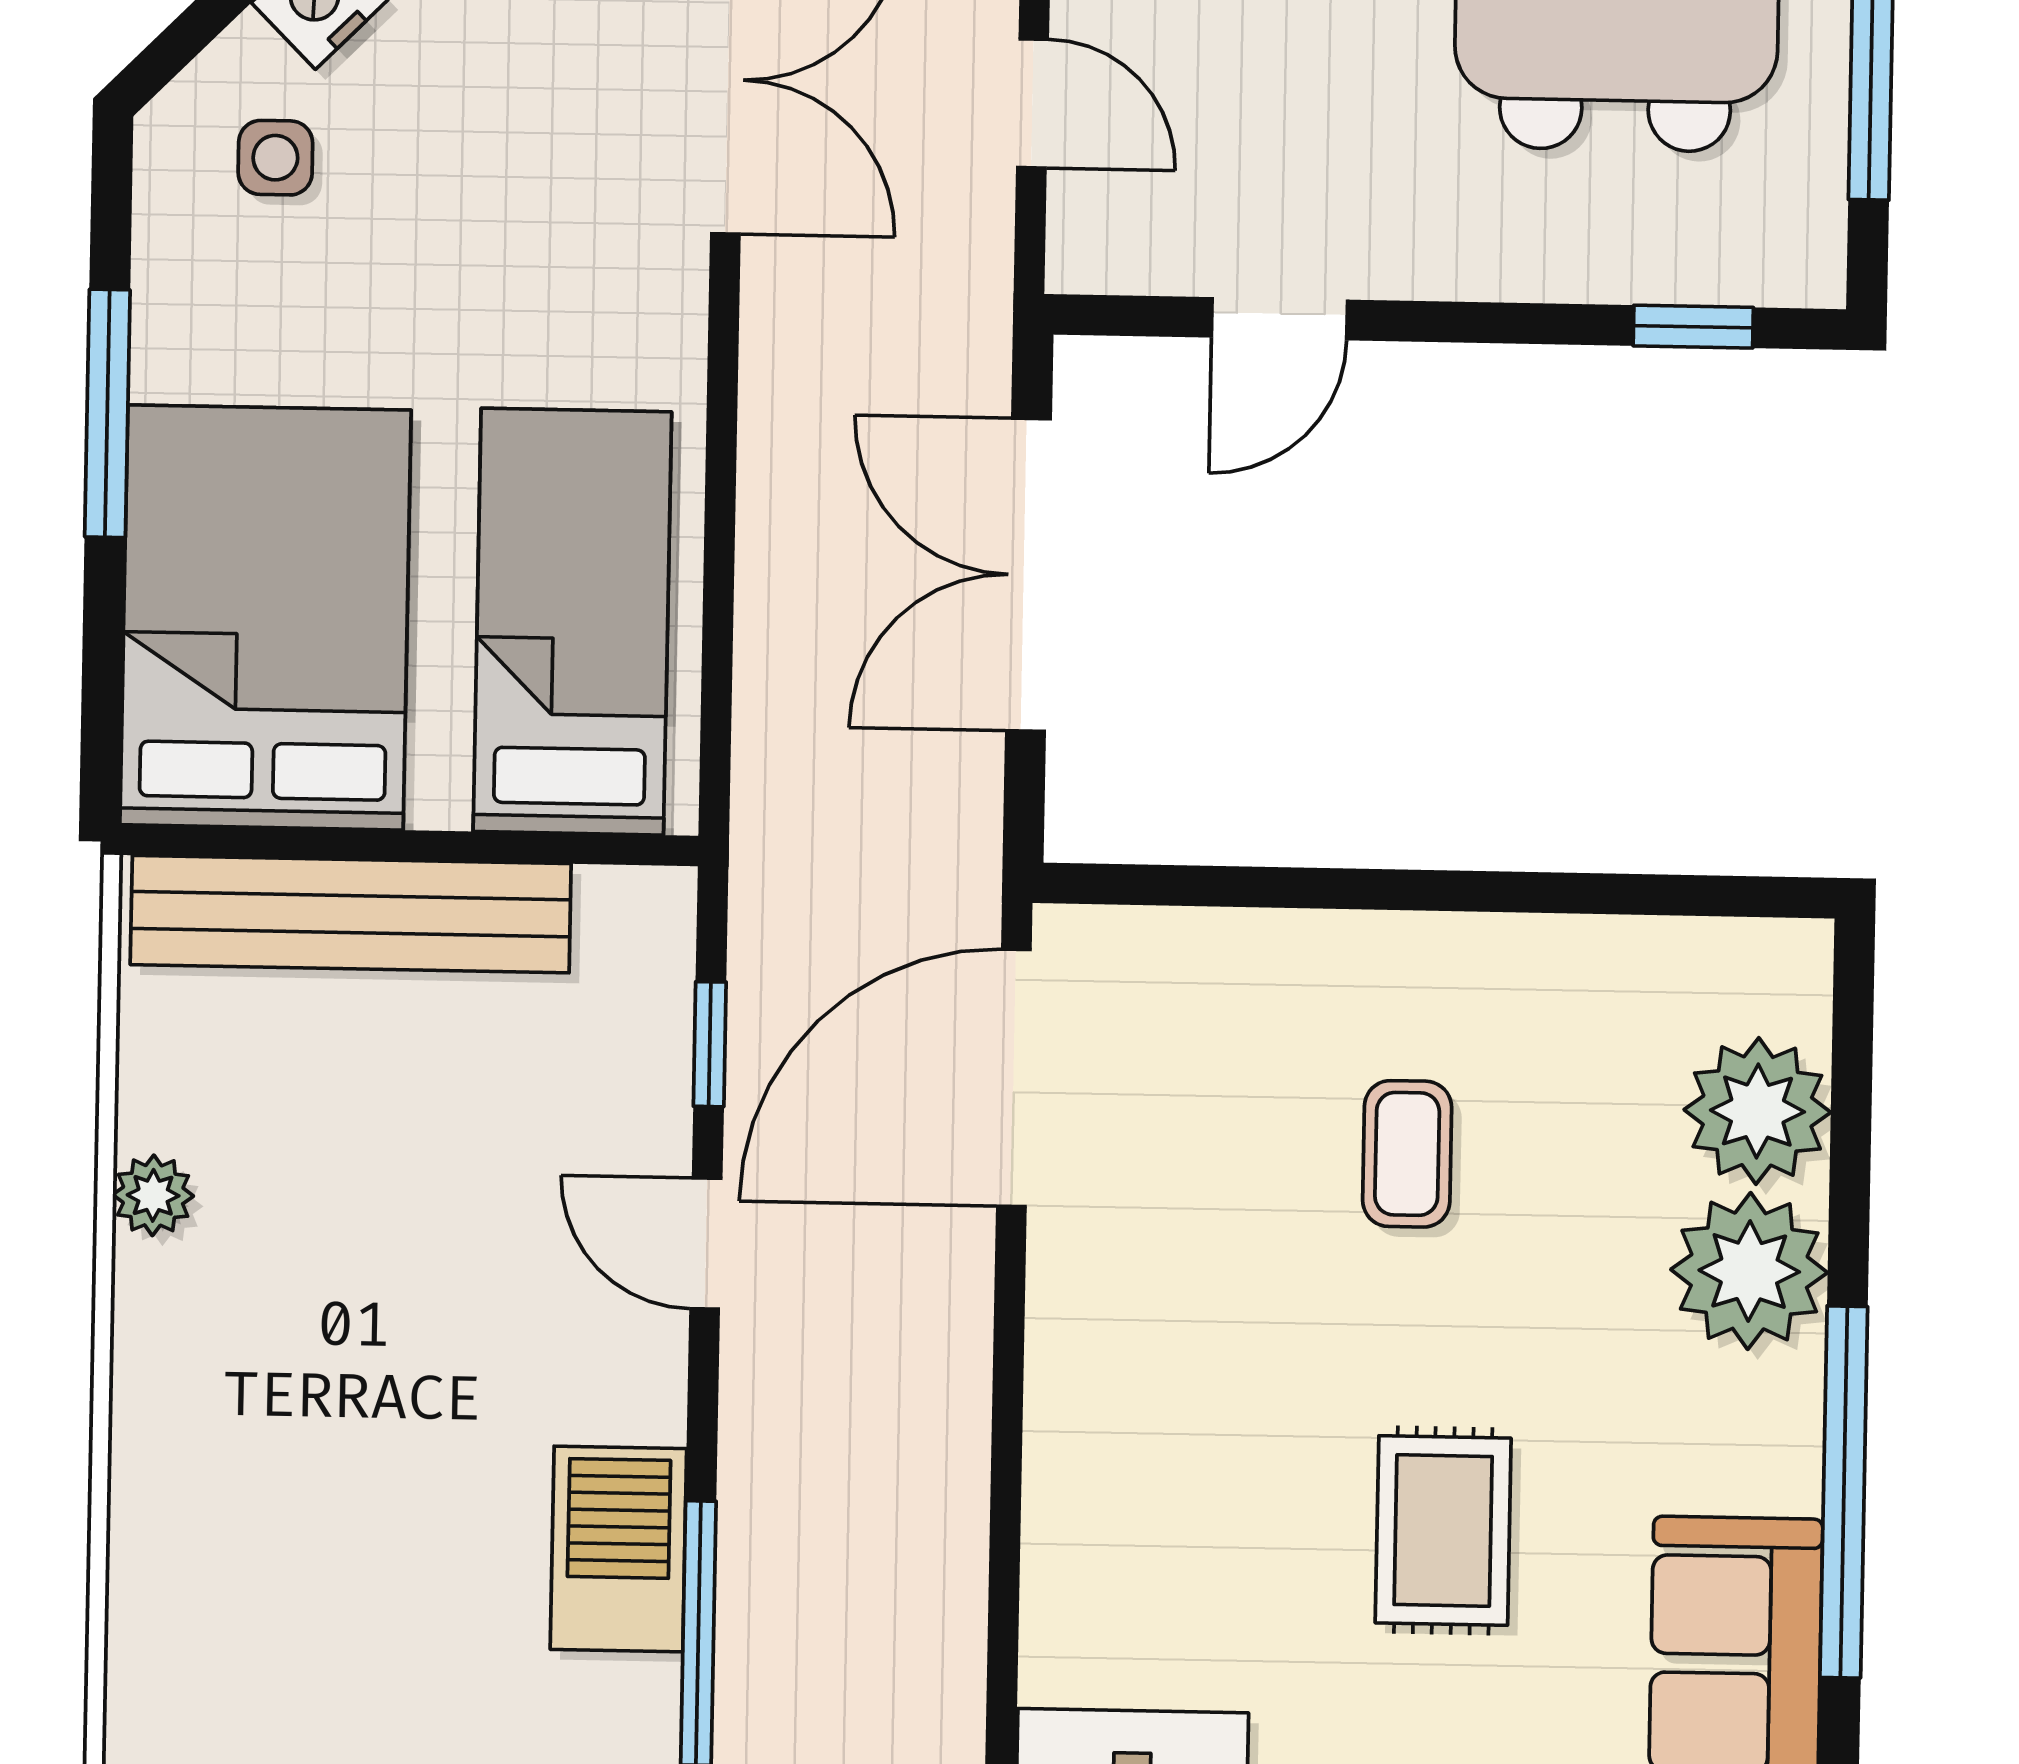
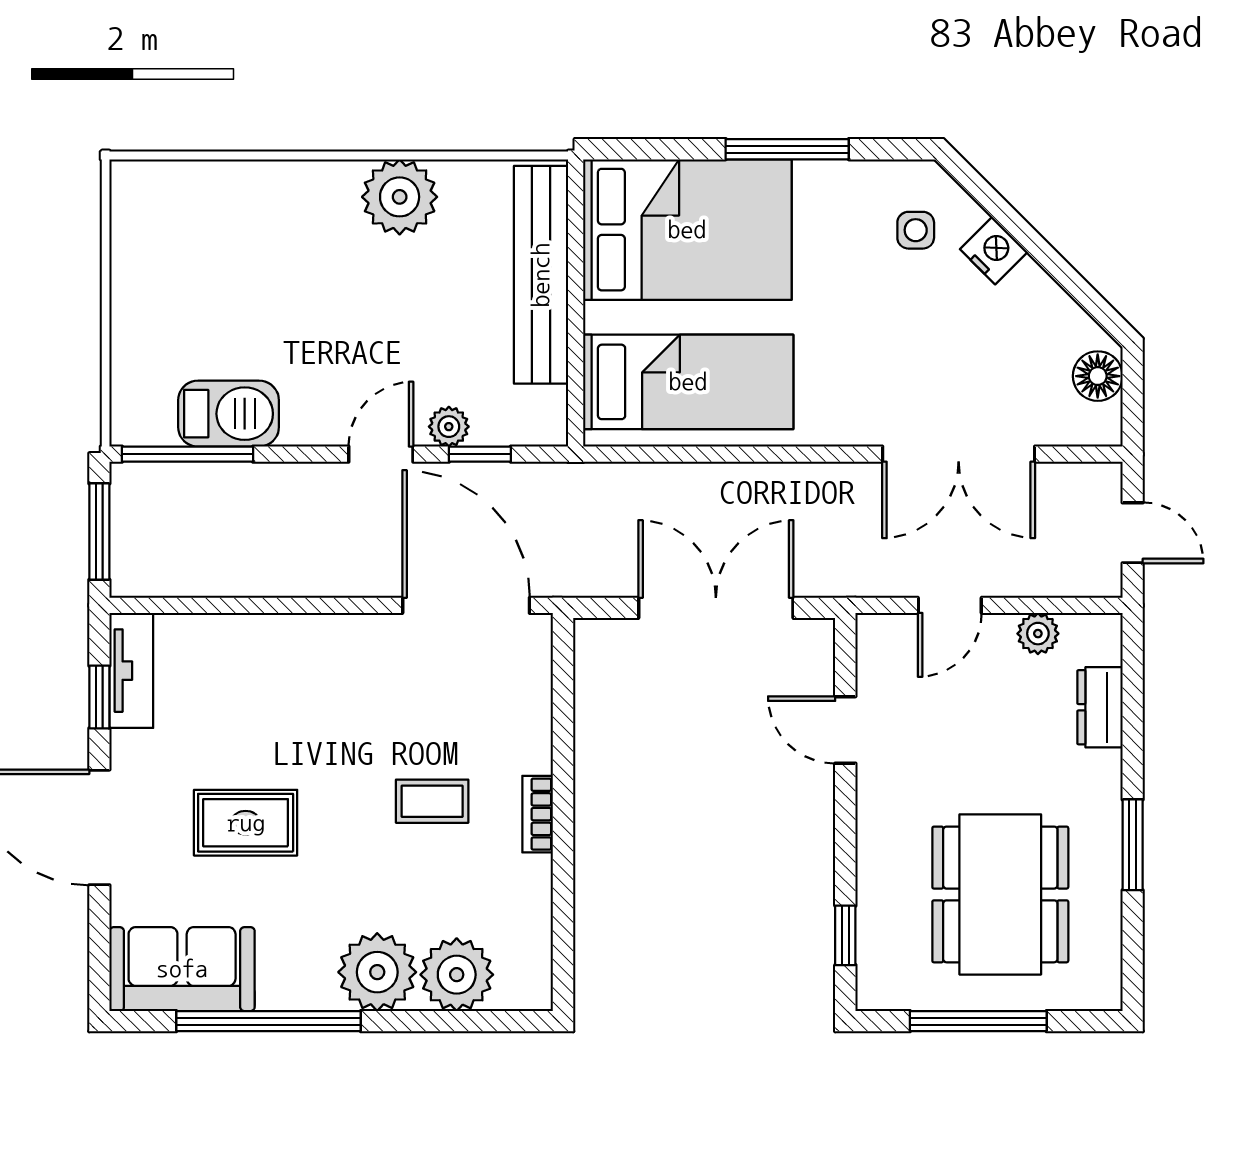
bookcase: (1437, 942) -> (538, 814), added
plant: (653, 1106) -> (449, 427), added
plant: (153, 1195) -> (400, 197), width x1.88, depth x1.88

